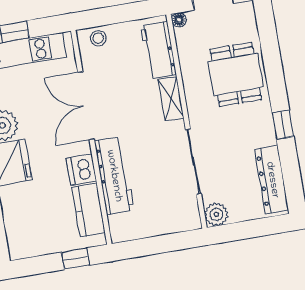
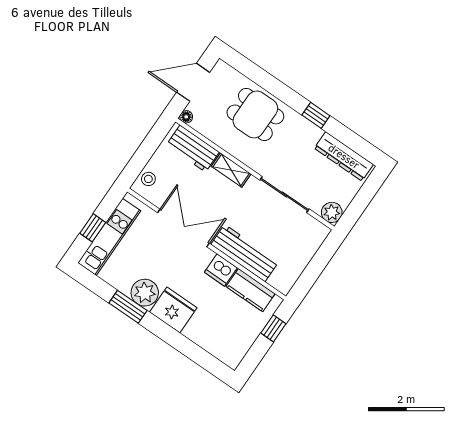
double door: (86, 106) -> (183, 228), swing flipped

